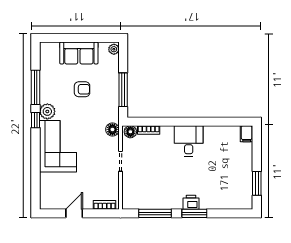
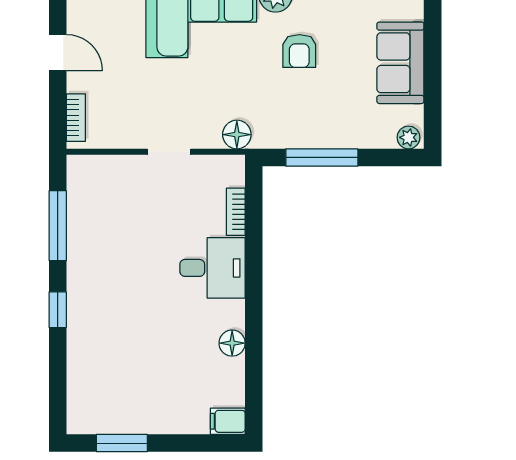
armchair: (82, 89) -> (299, 51), moved
floor lamp: (130, 132) -> (232, 343), moved
desk: (189, 141) -> (212, 268), moved
printer: (191, 202) -> (81, 302), removed
window: (194, 213) -> (58, 310), width x0.67

